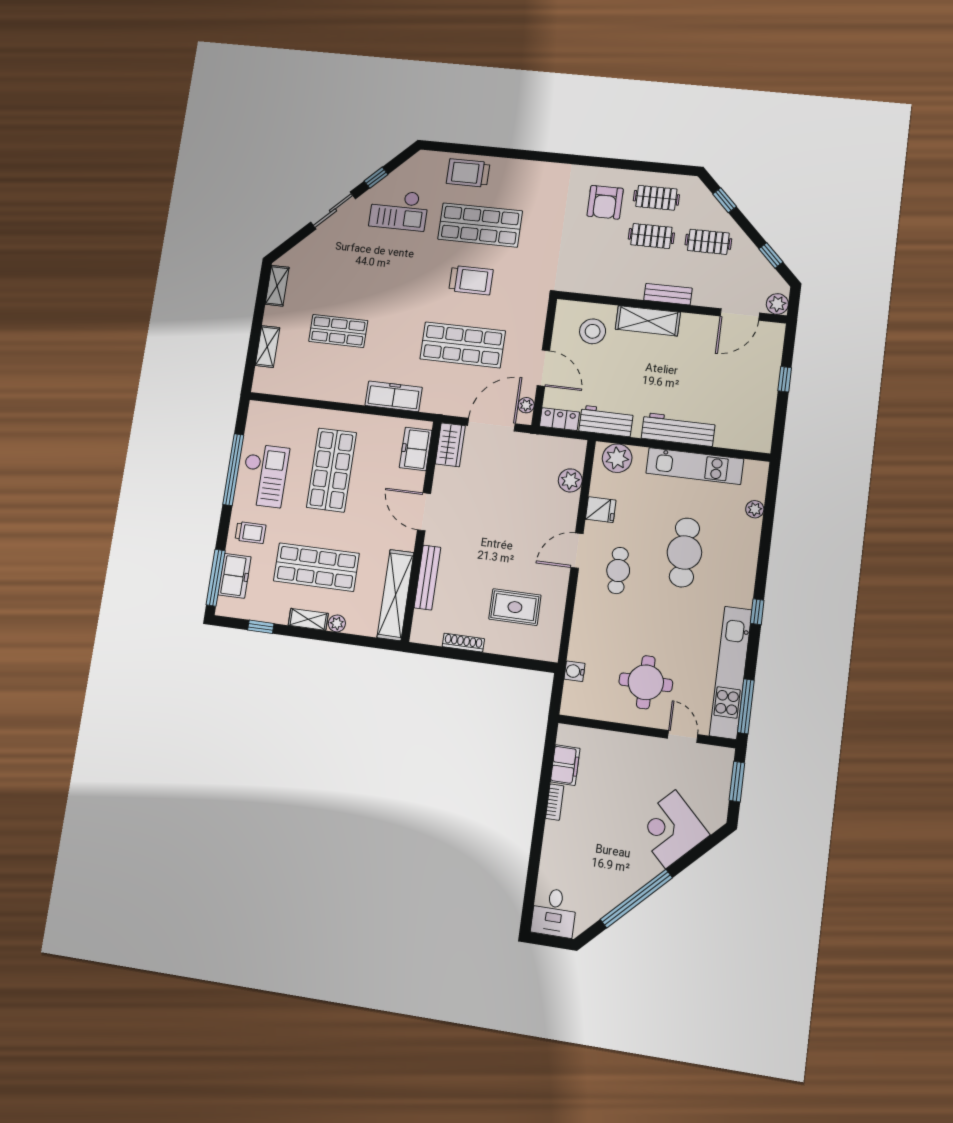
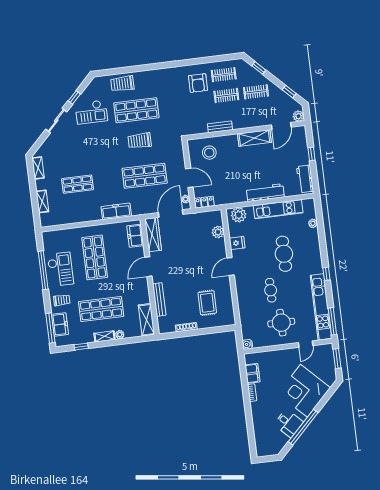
trolley: (471, 280) -> (140, 141), turned 180
bench: (668, 294) -> (220, 127), moved
shelving: (648, 321) -> (254, 138), moved
workbench: (606, 421) -> (305, 179), moved, turned -90
wardrobe: (450, 445) -> (153, 235), width x1.50
door: (424, 512) -> (148, 267), hinge flipped
cafe table: (618, 570) -> (271, 290), moved
shelving: (395, 595) -> (146, 320), width x0.68
rug: (515, 607) -> (207, 303), turned 90
water cooler: (575, 671) -> (247, 344), moved
door: (683, 736) -> (306, 344), swing flipped
corner desk: (671, 829) -> (304, 391), width x1.36, depth x1.36
desk: (554, 912) -> (289, 423), moved, turned -45

